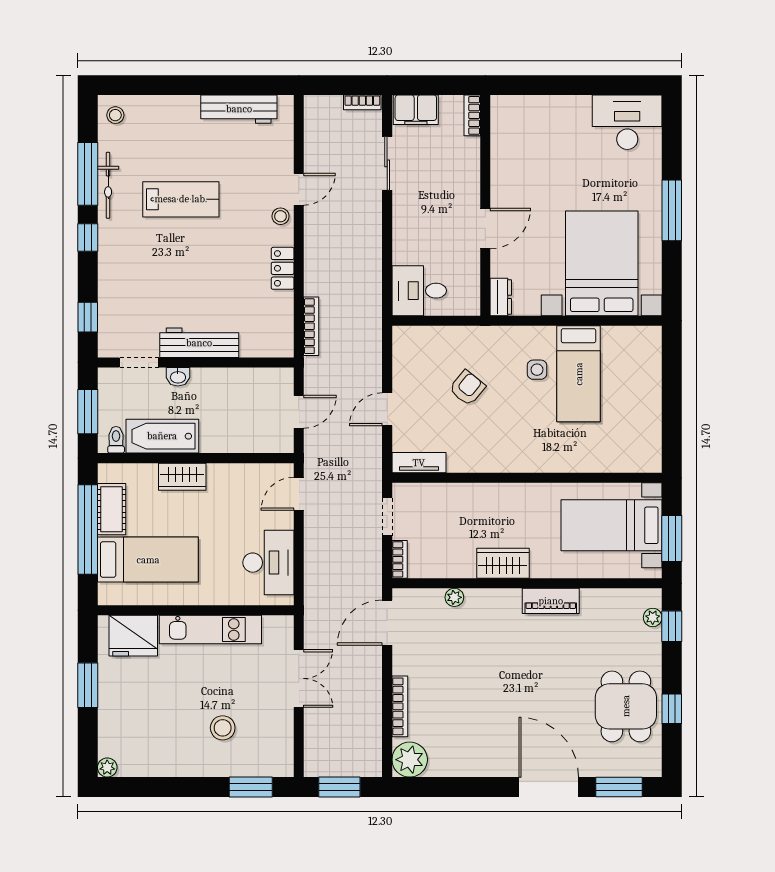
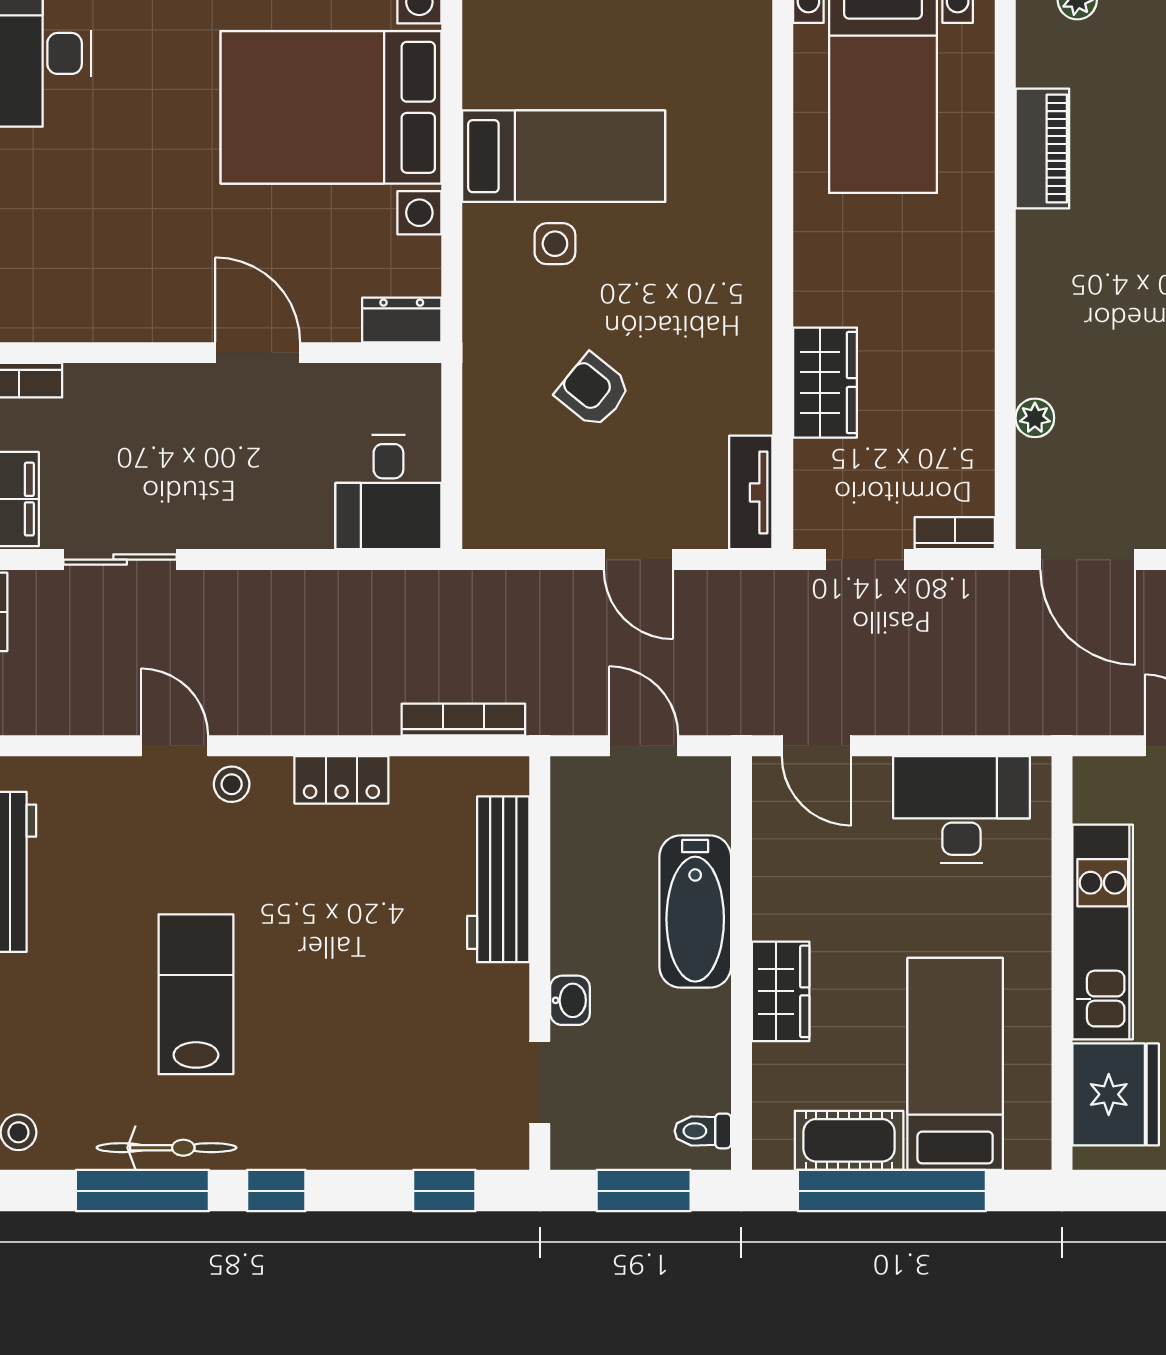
workbench: (199, 343) -> (498, 879), moved
bathtub: (162, 436) -> (695, 912), moved
wardrobe: (503, 563) -> (825, 383), moved, turned 180
piano: (551, 601) -> (1042, 149), moved

